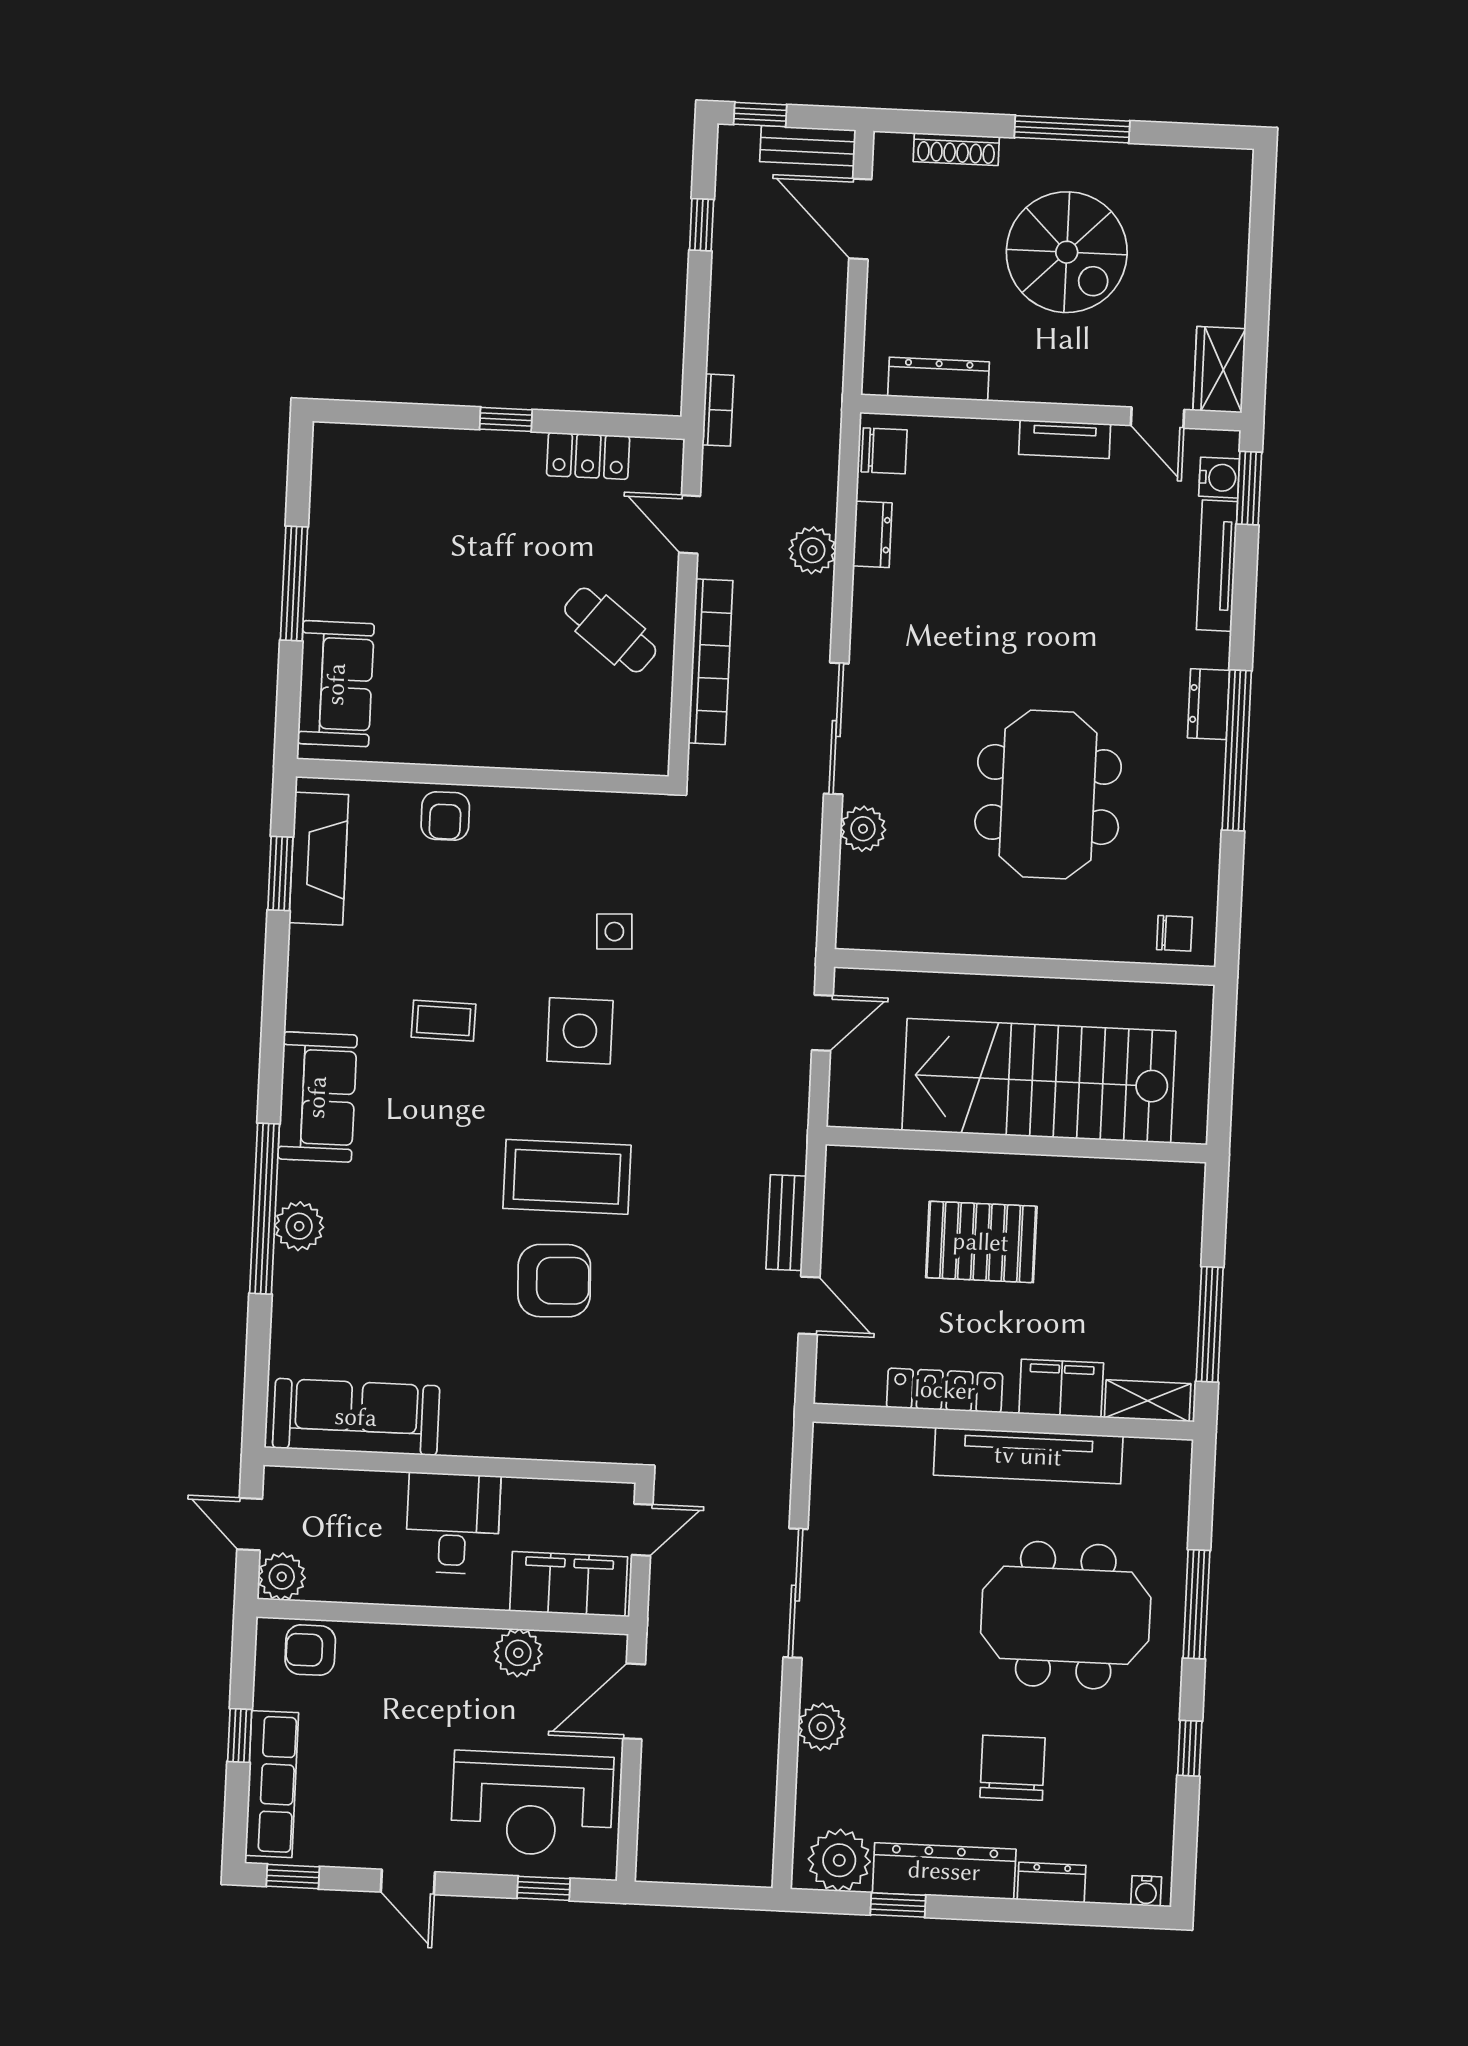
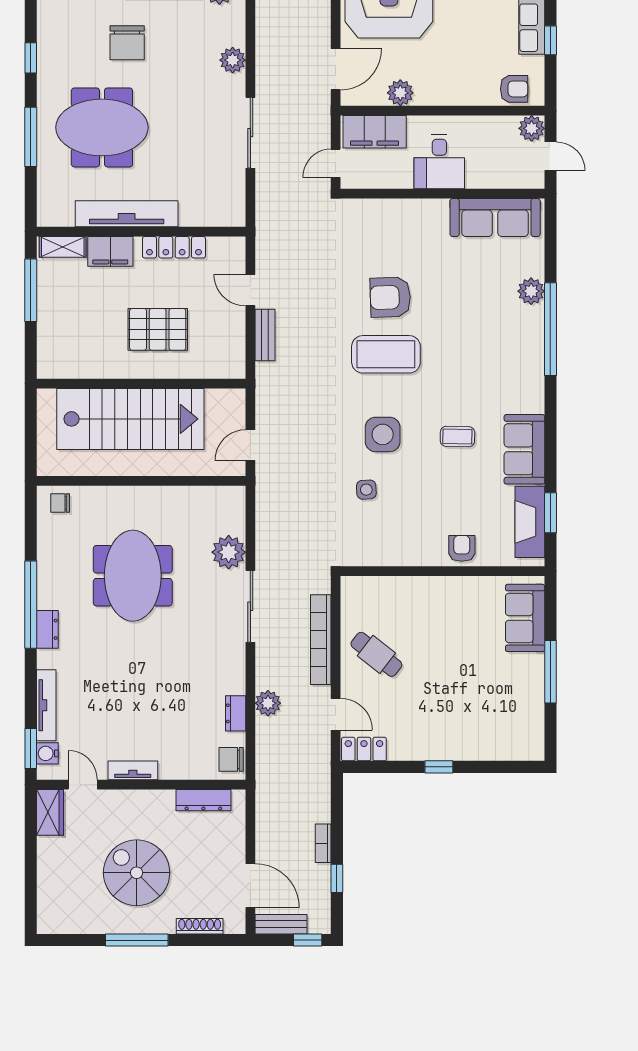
bookcase: (718, 410) -> (323, 843), moved
locker: (588, 456) -> (364, 749), moved
plant: (863, 829) -> (229, 552), width x1.36, depth x1.36
sofa: (317, 1097) -> (524, 449), moved
plant: (299, 1226) -> (531, 291), moved

